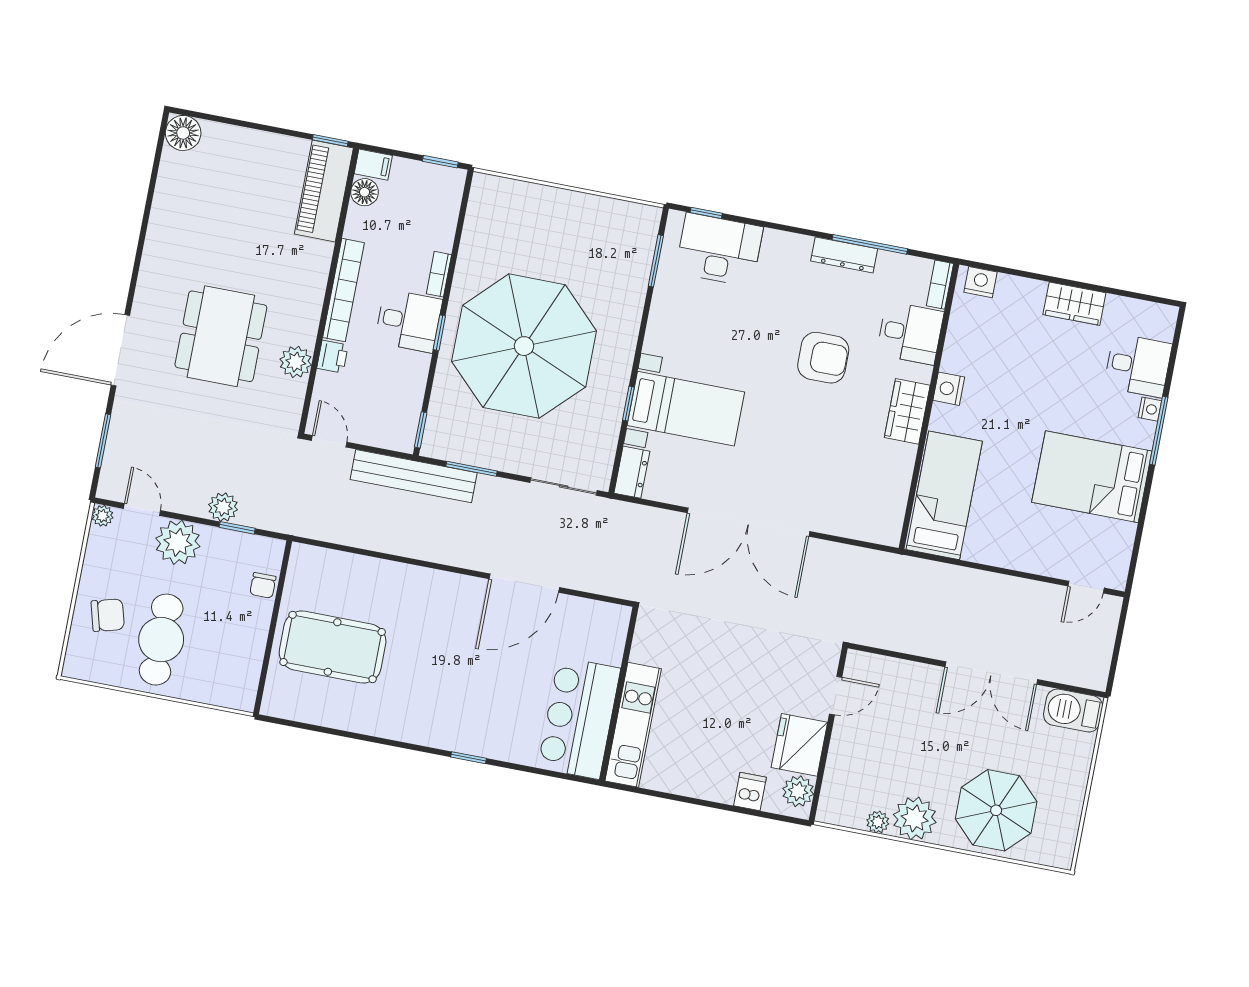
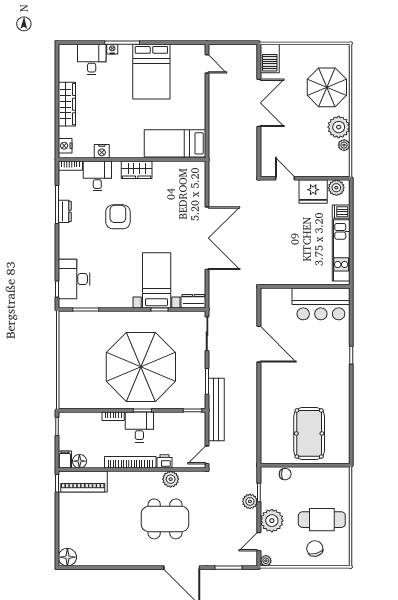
dresser: (844, 255) -> (65, 211), width x0.70
wardrobe: (1074, 304) -> (67, 104), width x1.50
nightstand: (949, 389) -> (102, 151), moved
kitchen unit: (633, 725) -> (341, 250), moved, turned -90

